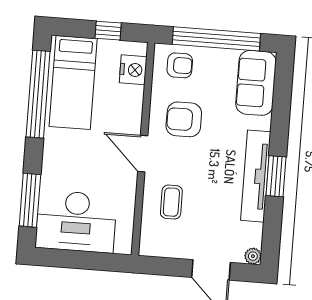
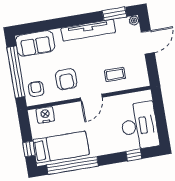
window: (108, 31) -> (29, 149), moved
window: (276, 176) -> (114, 14), moved
window: (30, 200) -> (134, 155), width x0.46

